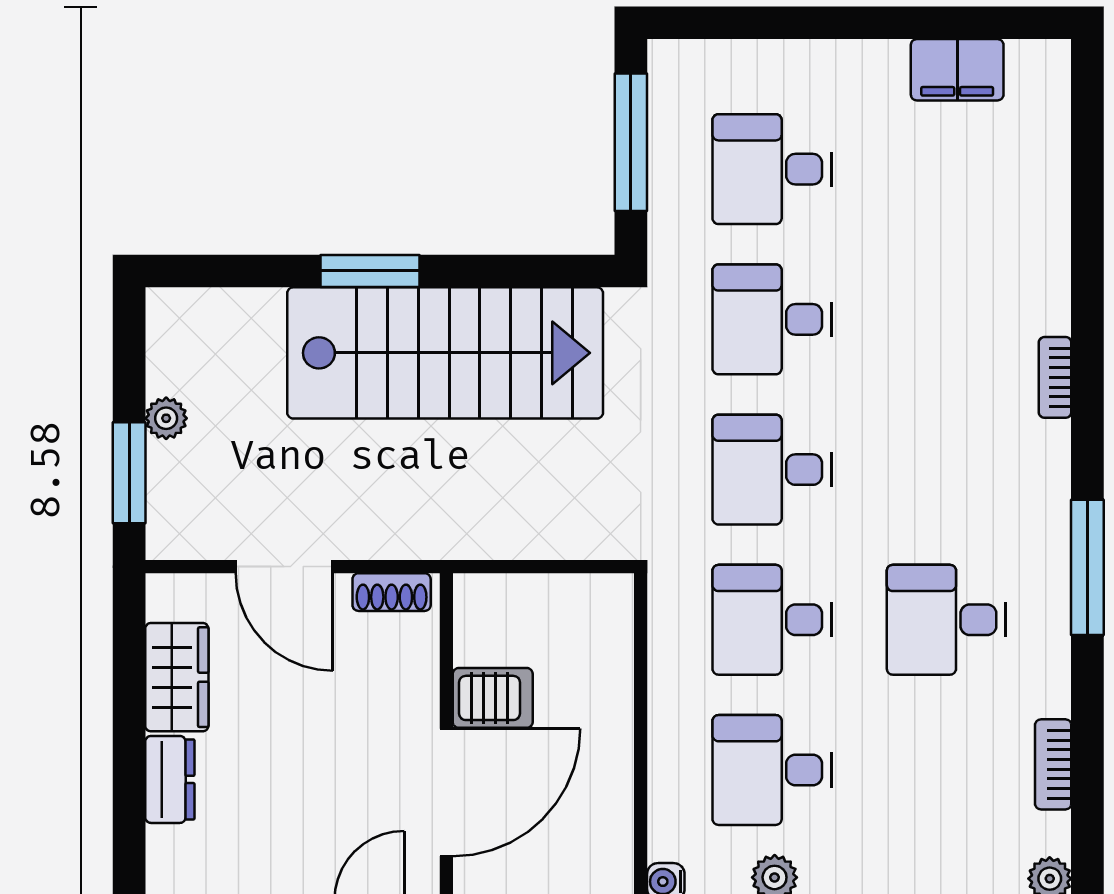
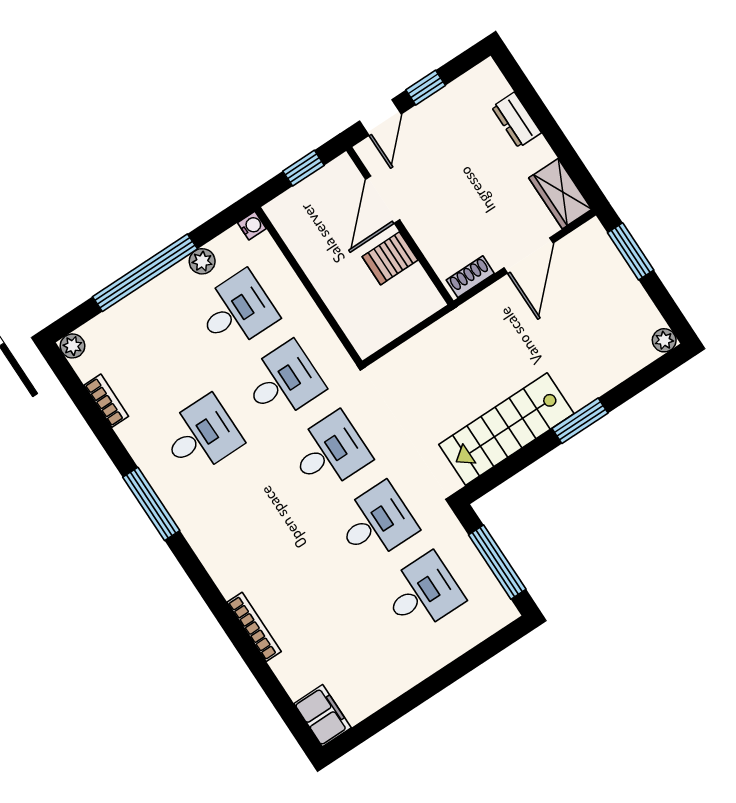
filing cabinet: (957, 70) -> (323, 716), moved, turned 90
stairs: (445, 353) -> (506, 429), width x0.73, depth x0.66
bookcase: (1055, 377) -> (254, 627), moved, width x1.56
plant: (166, 418) -> (664, 340), moved
door: (284, 567) -> (529, 255), swing flipped
wardrobe: (177, 677) -> (560, 194), moved
door: (446, 792) -> (383, 200), width x0.73

